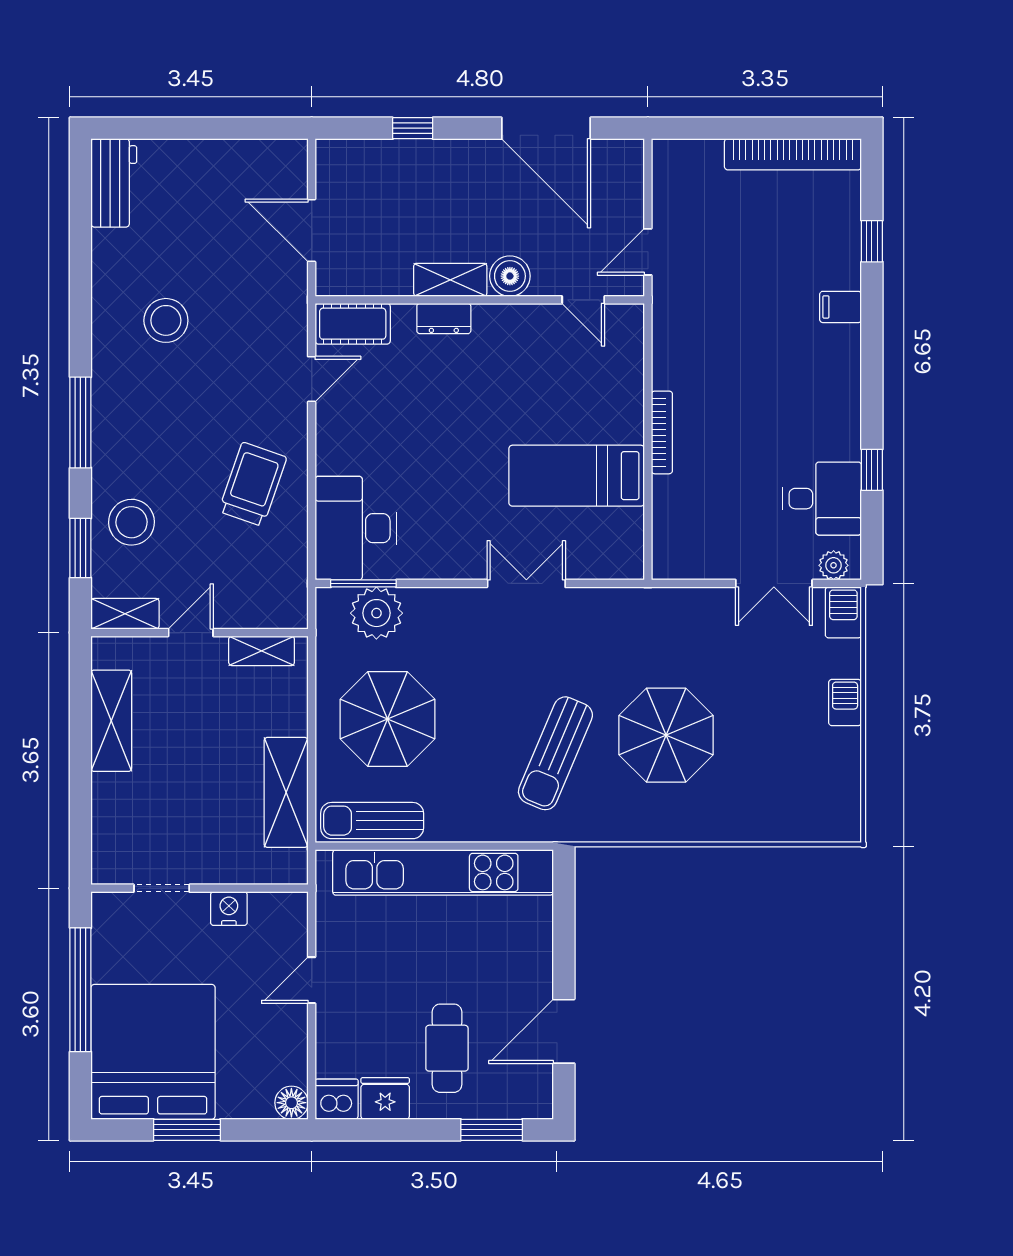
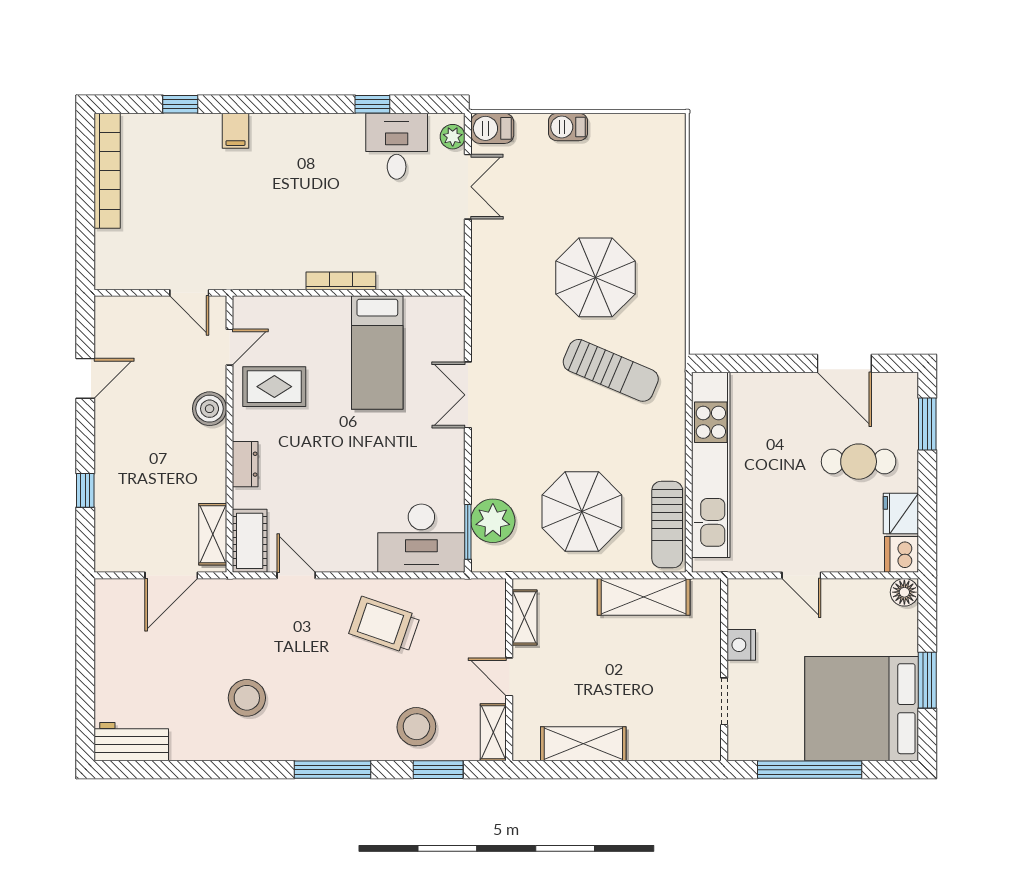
door: (546, 128) -> (85, 378), width x0.53
shelving: (450, 280) -> (213, 534), moved
rug: (536, 353) -> (274, 387), added

